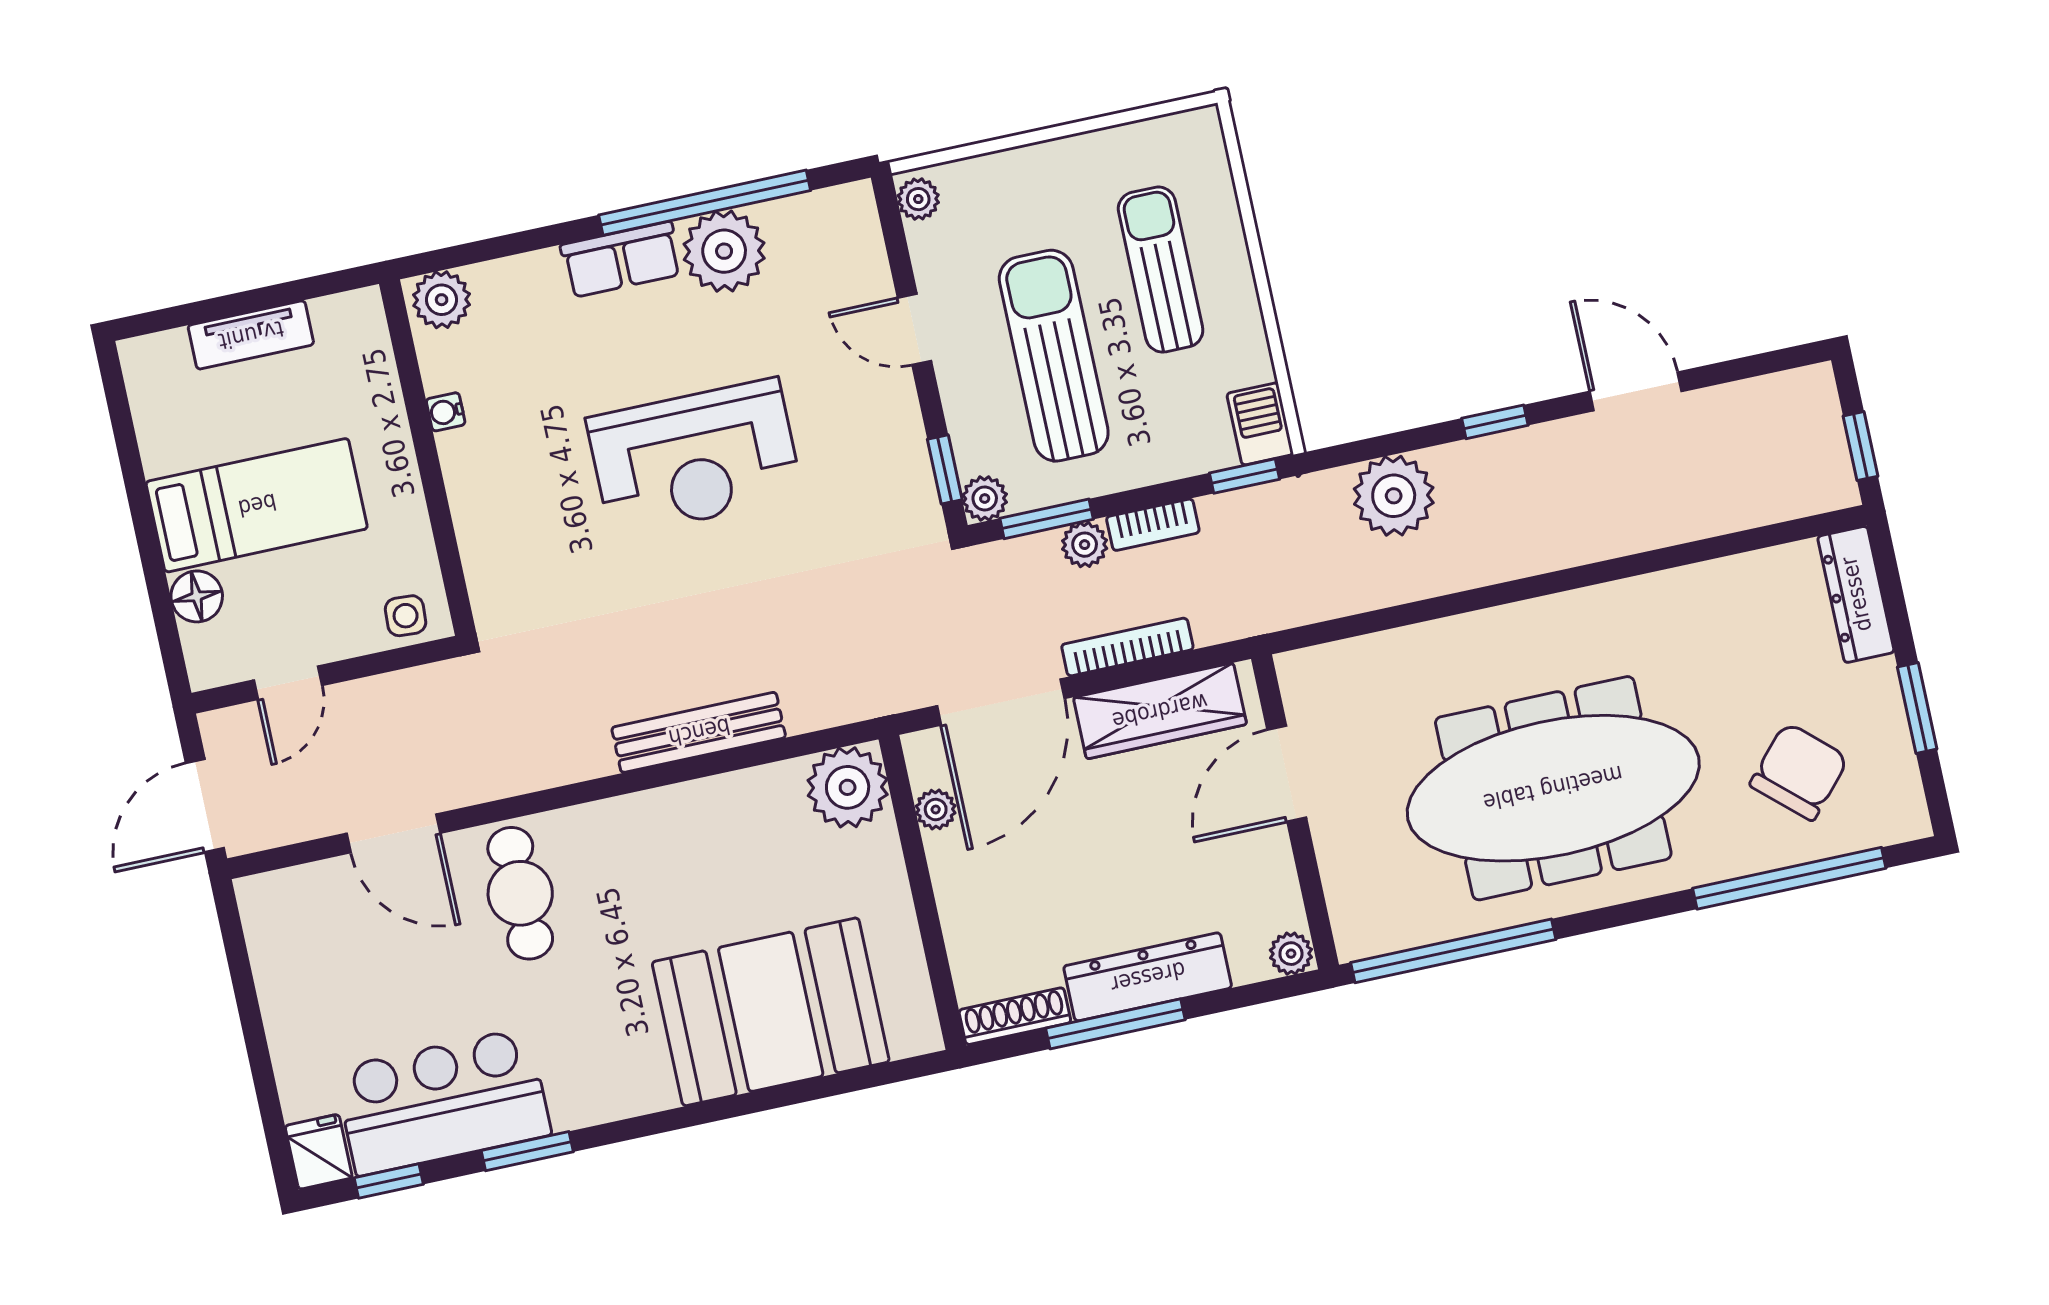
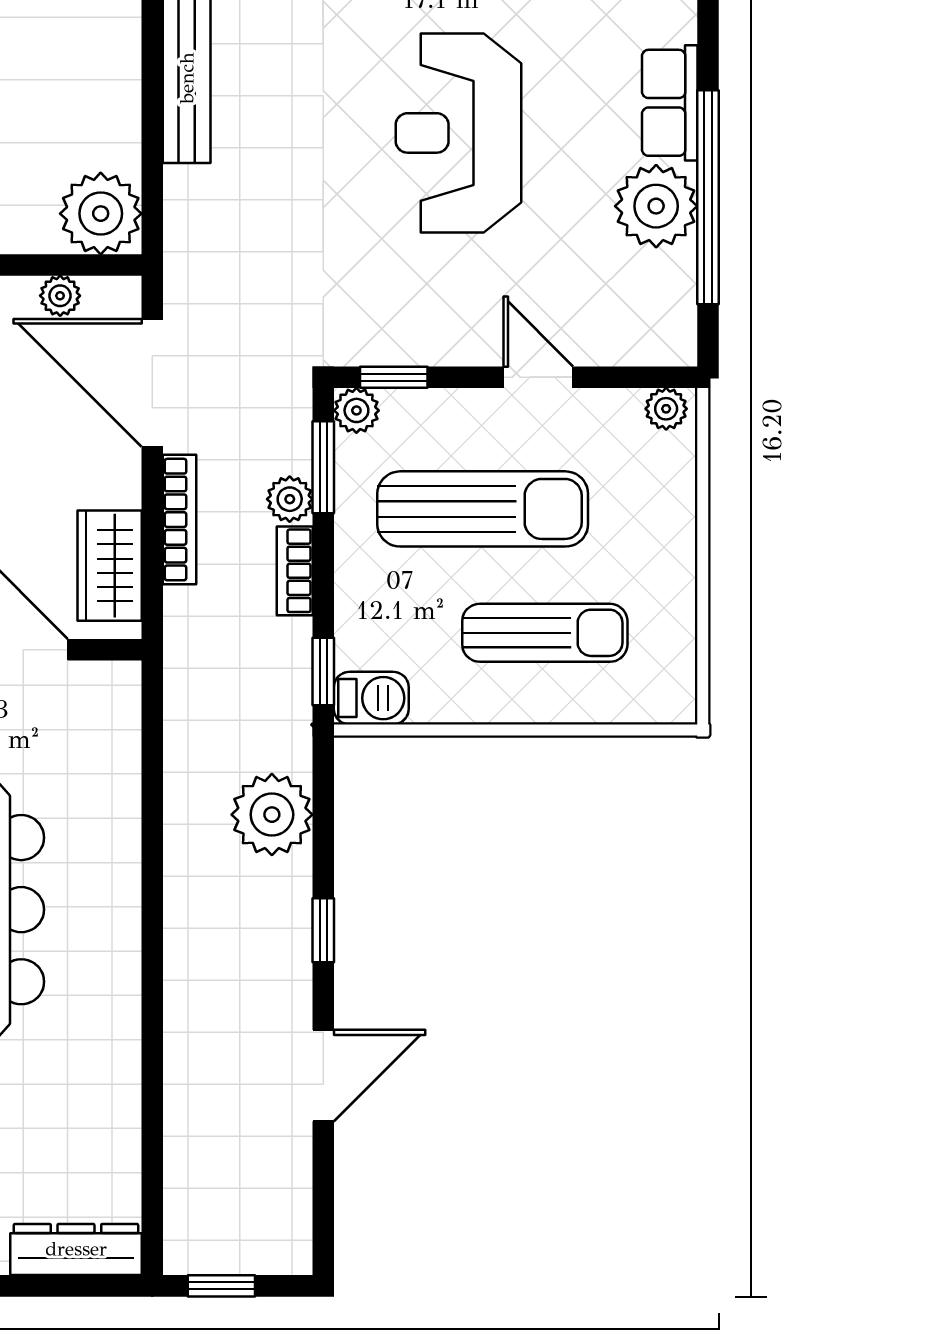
door: (914, 329) -> (538, 377), hinge flipped
wardrobe: (1160, 711) -> (110, 566), width x0.67

